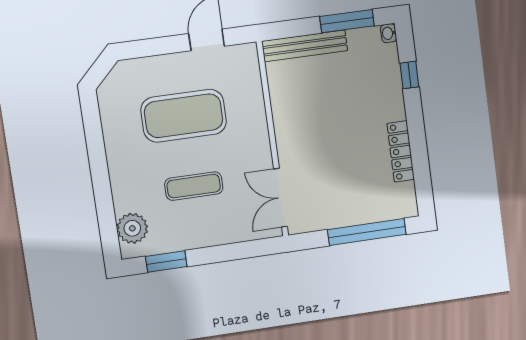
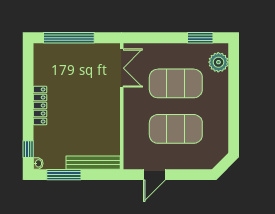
window: (409, 75) -> (28, 149), moved
locker: (401, 151) -> (40, 105), moved
exercise mat: (194, 186) -> (176, 83), width x2.00, depth x1.45

